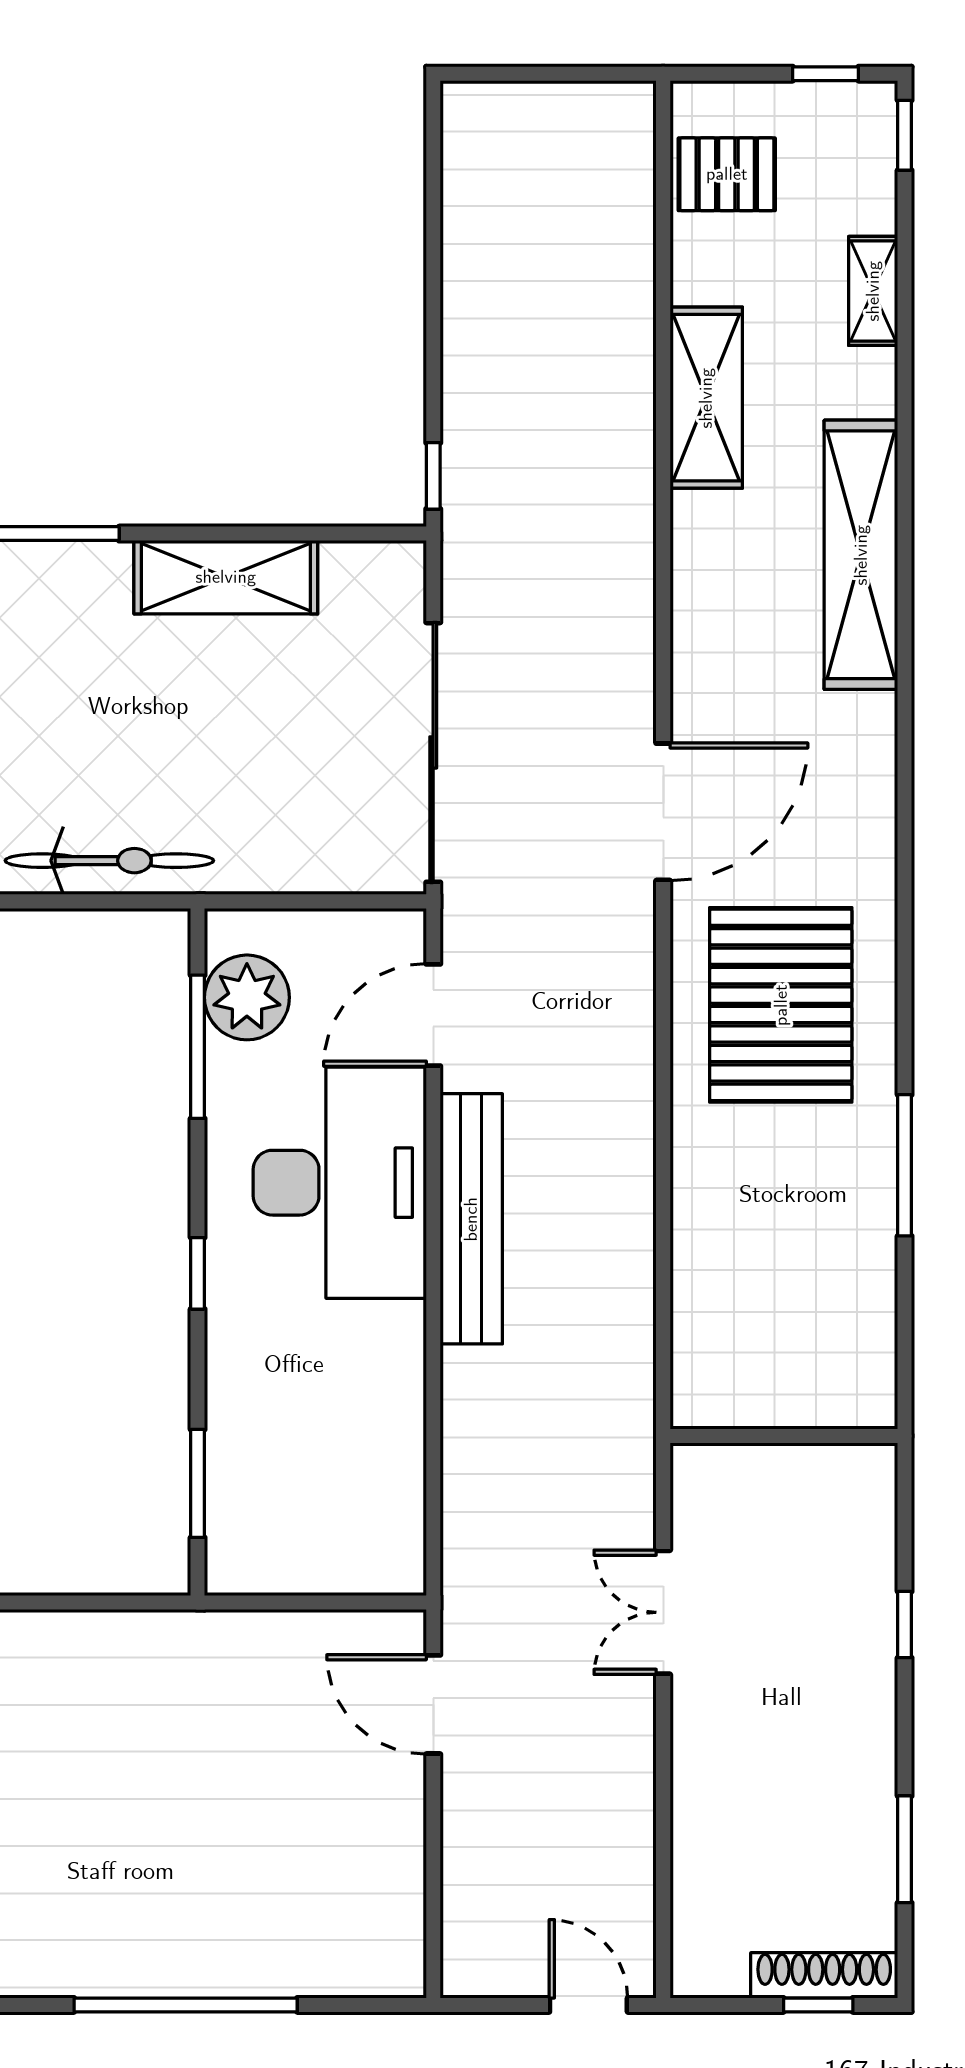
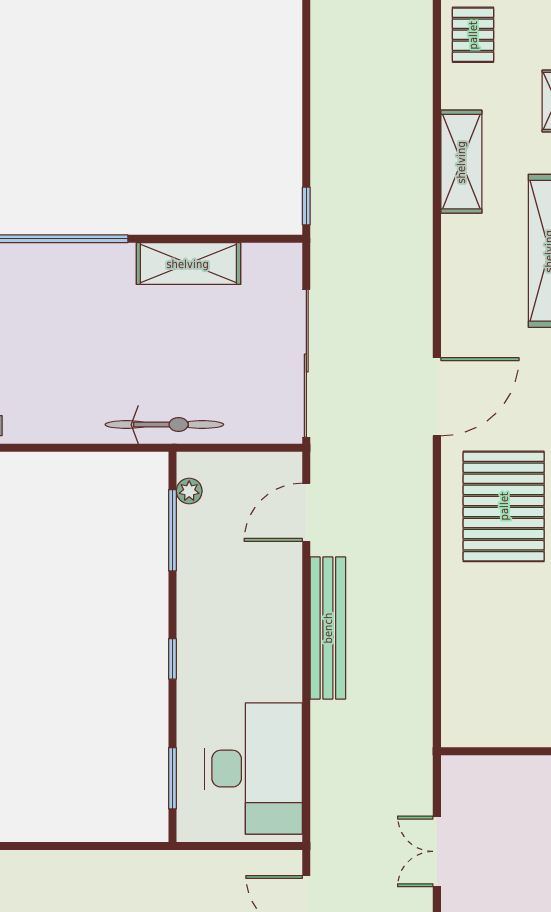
pallet: (727, 174) -> (473, 35), turned 90
bicycle: (109, 861) -> (164, 425), moved
plant: (247, 997) -> (189, 491), width x0.53, depth x0.53
desk: (340, 1183) -> (253, 769), moved

